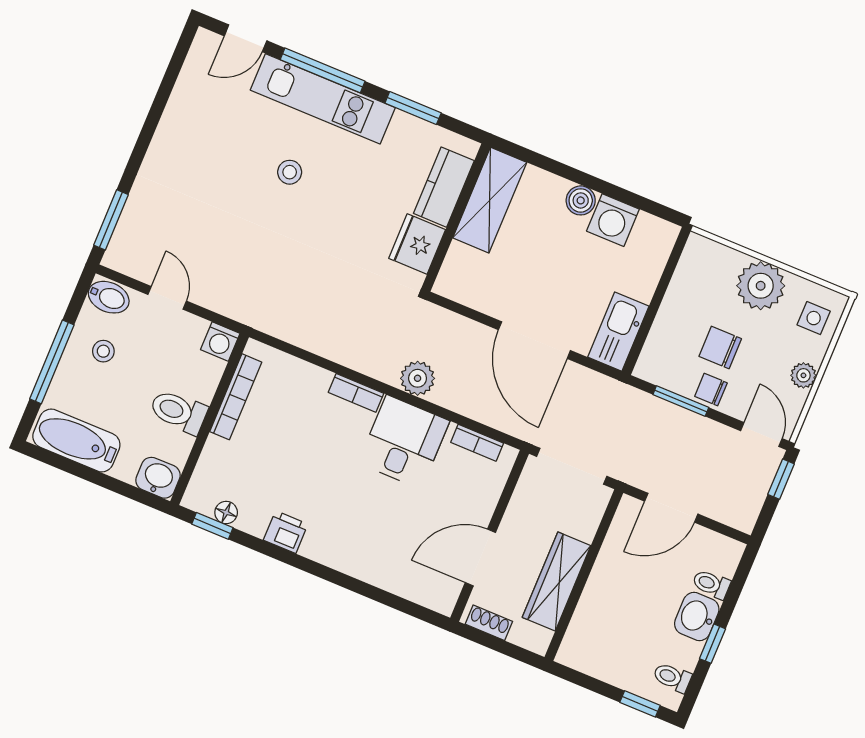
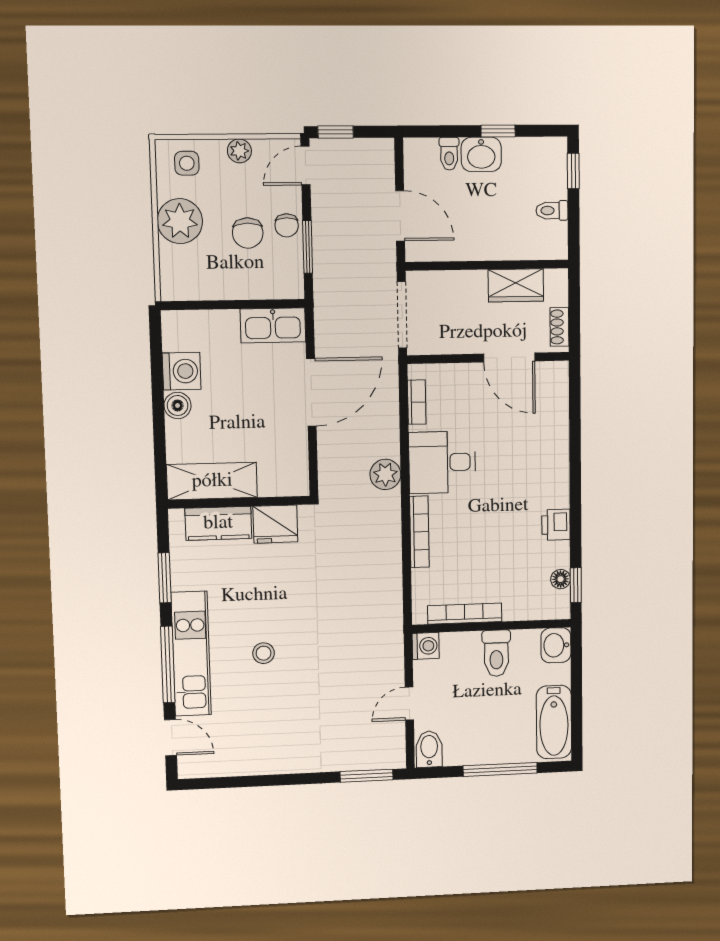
stool: (103, 351) -> (474, 734), removed
bookcase: (356, 393) -> (419, 532), width x1.56
wardrobe: (557, 581) -> (516, 285), width x0.67
toilet: (672, 677) -> (552, 210), moved, turned 90

